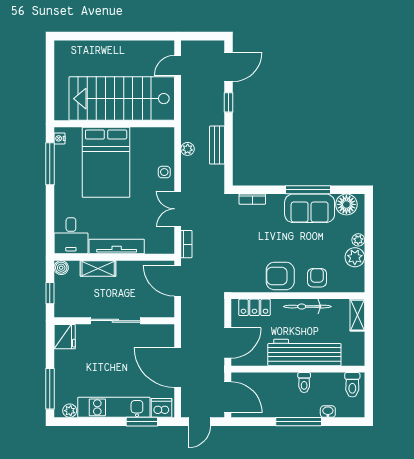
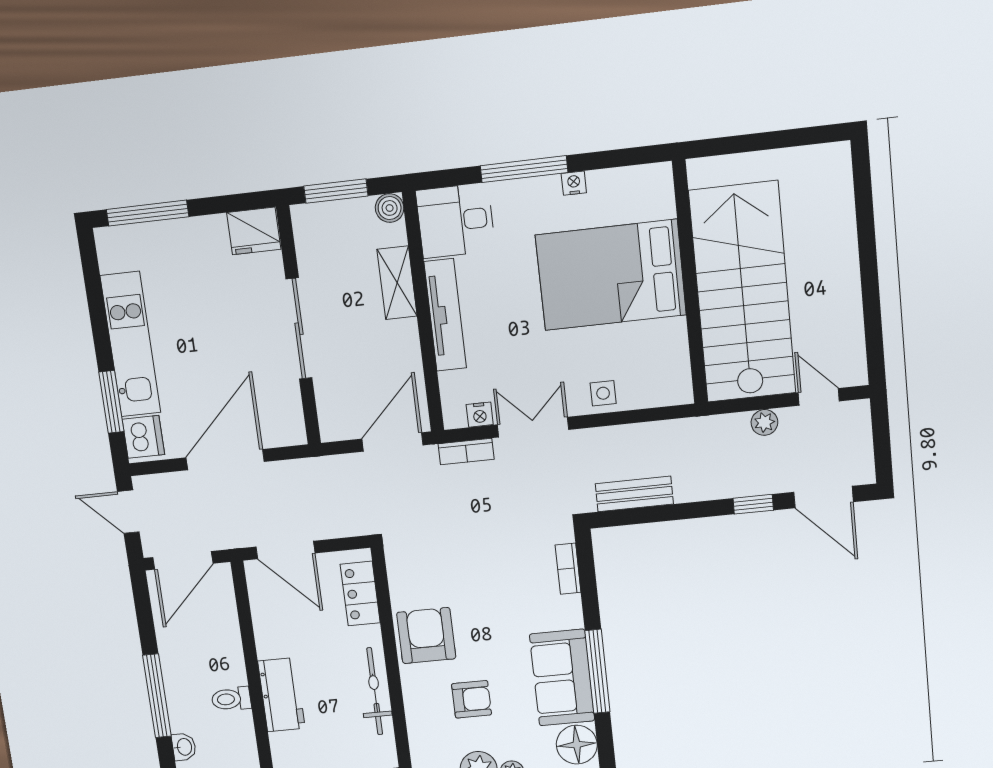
nightstand: (59, 138) -> (574, 183), moved
bench: (217, 145) -> (634, 494), moved
plant: (188, 149) -> (764, 422), moved
window: (50, 164) -> (524, 169), moved
nightstand: (168, 235) -> (480, 415), added
armchair: (317, 278) -> (472, 699), moved
window: (50, 293) -> (336, 191), width x1.50
workbench: (304, 352) -> (281, 695), width x0.53, depth x0.76
plant: (70, 411) -> (111, 258), removed

